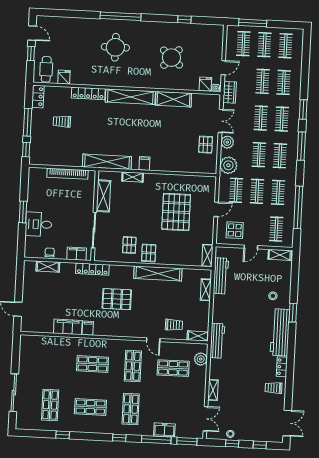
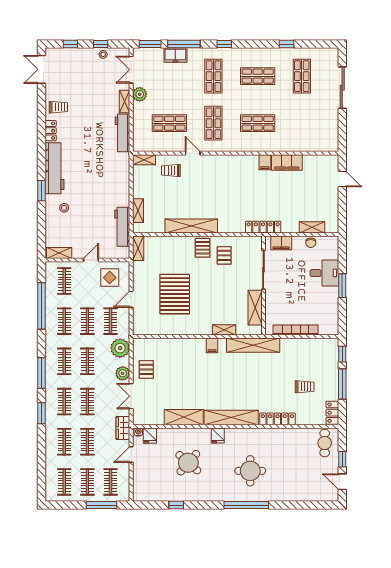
fridge: (64, 77) -> (218, 435), moved
pallet: (117, 299) -> (235, 196), removed
workbench: (217, 341) -> (123, 133), moved
plant: (201, 359) -> (140, 94), moved

